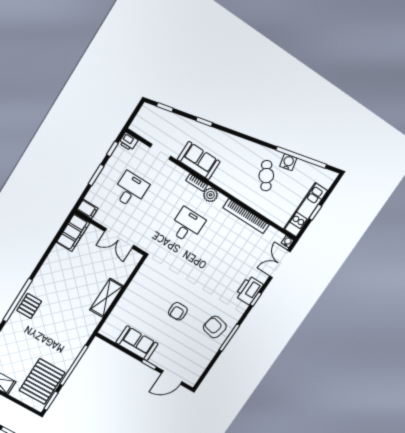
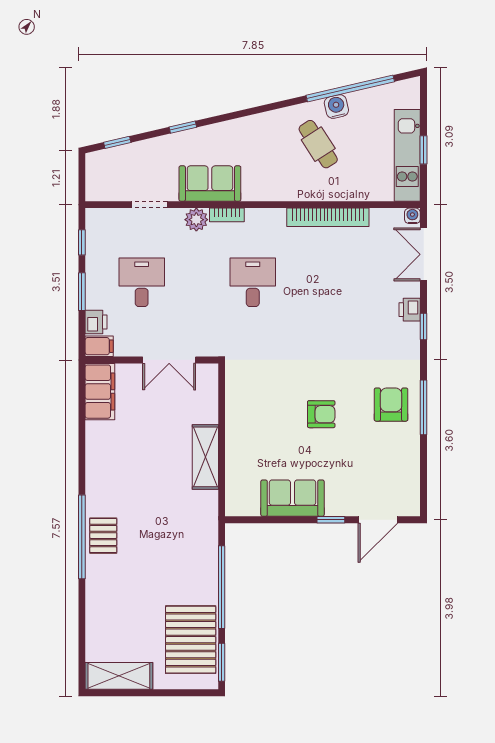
printer: (128, 142) -> (96, 322), moved, turned -90
plant: (211, 195) -> (196, 220), moved
printer: (249, 290) -> (410, 310), width x0.53, depth x0.68
armchair: (178, 311) -> (321, 414), turned -90
armchair: (215, 327) -> (391, 405), turned 78

